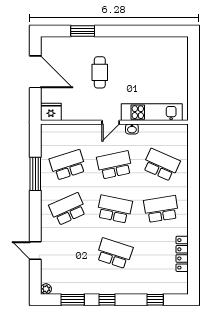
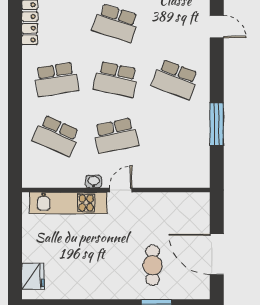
cafe table: (100, 72) -> (153, 265), moved
fridge: (51, 112) -> (33, 276), moved, turned -90
school desk: (68, 165) -> (175, 136), removed
school desk: (68, 209) -> (175, 79), turned 45

